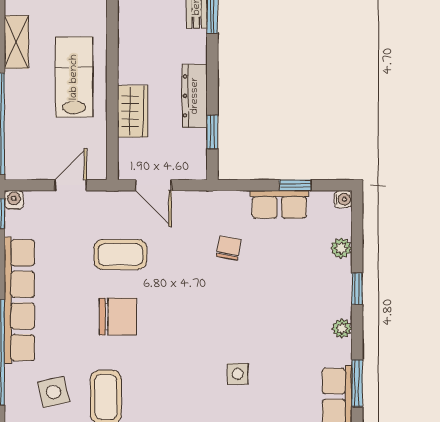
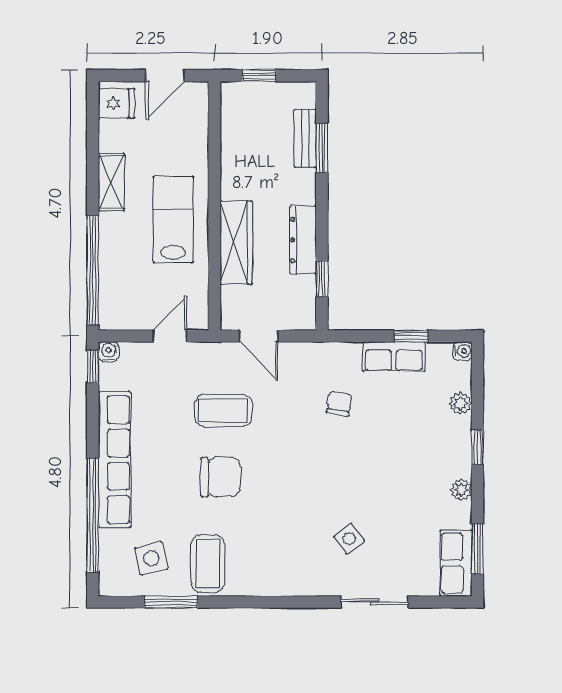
wardrobe: (133, 111) -> (236, 242), width x1.50
side table: (238, 374) -> (349, 539), turned -37

